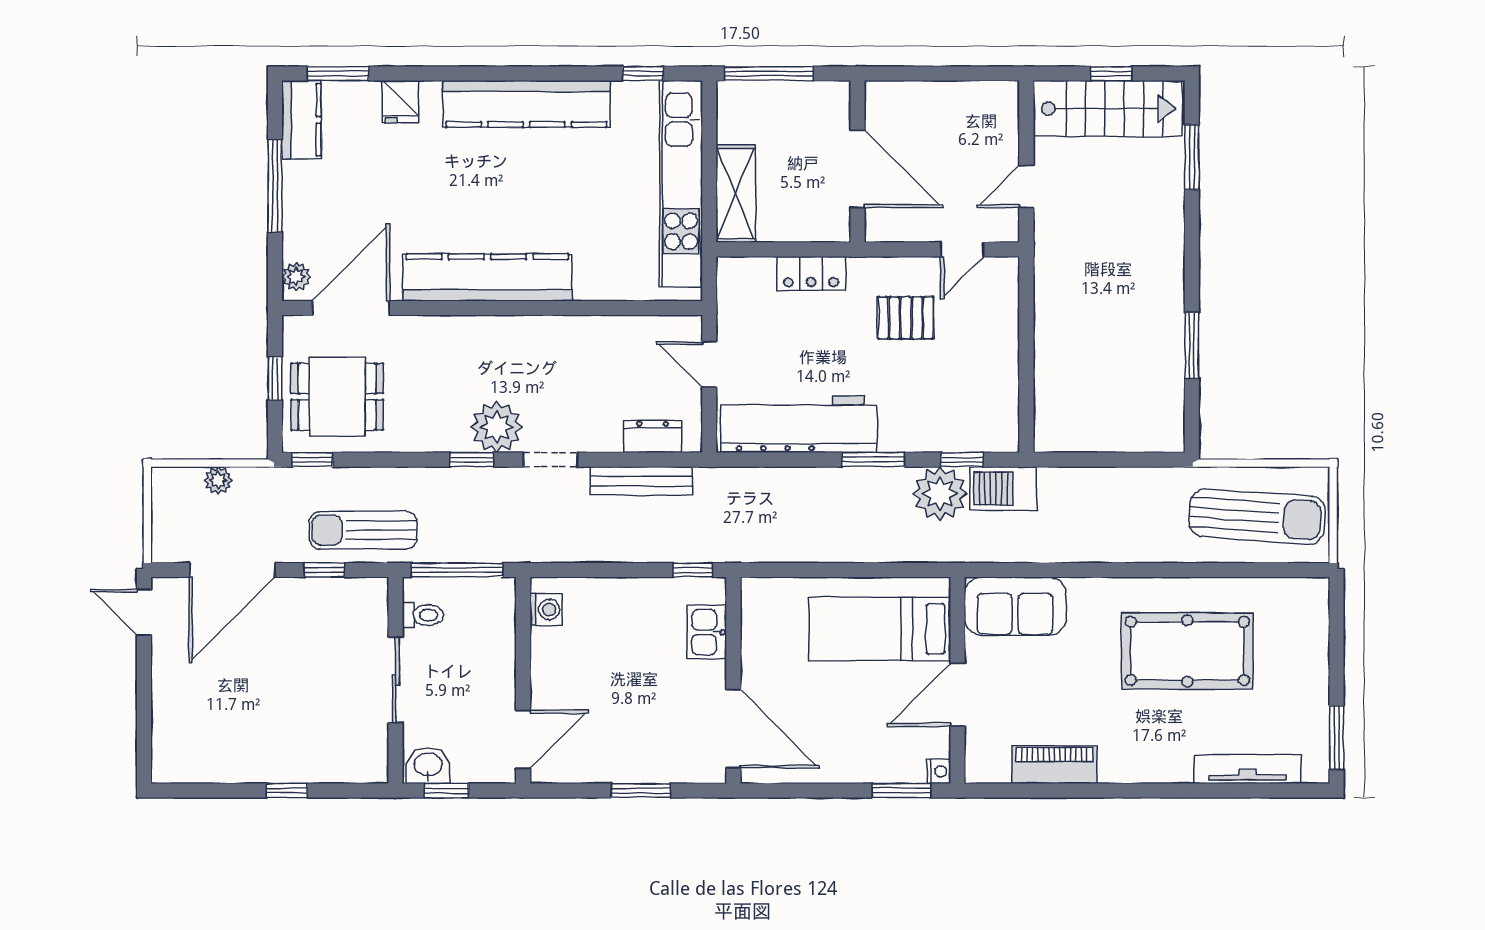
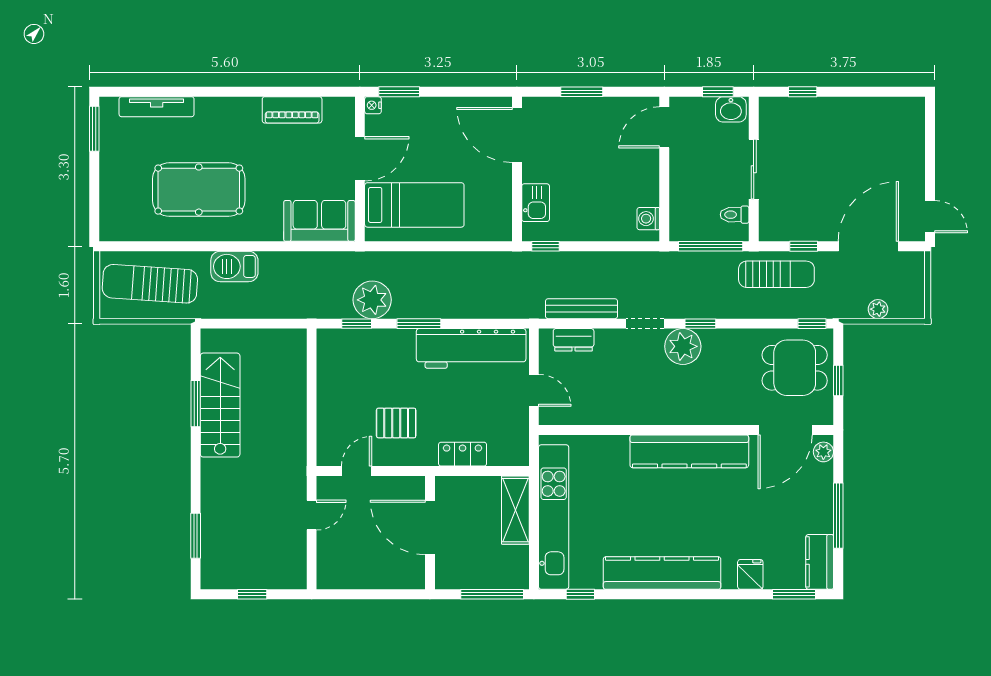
stairs: (1108, 108) -> (220, 405), moved, turned 90
barbecue: (1003, 488) -> (234, 266), moved, turned 180
window: (287, 791) -> (803, 92), moved

